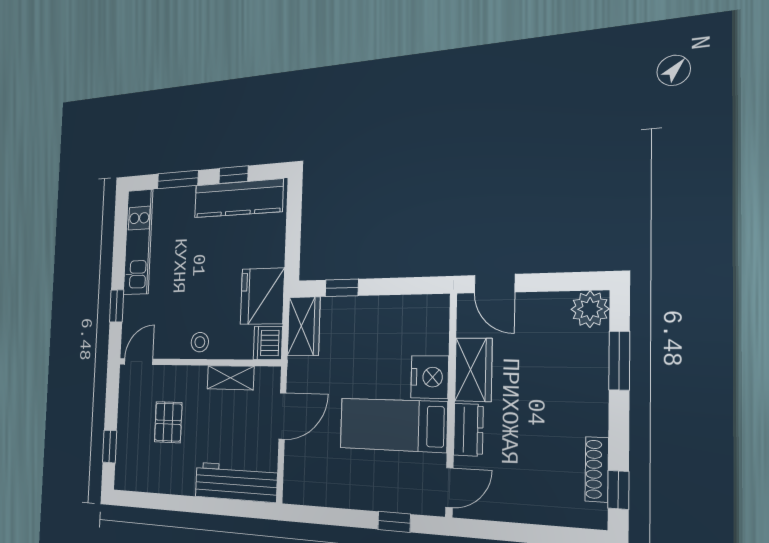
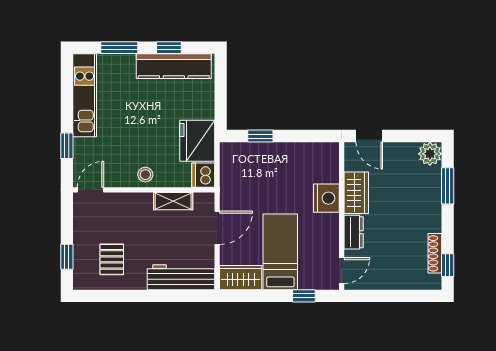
wardrobe: (304, 326) -> (241, 278), moved, turned -90
pallet: (168, 422) -> (112, 259), moved
bed: (393, 425) -> (280, 252), moved, turned 90

